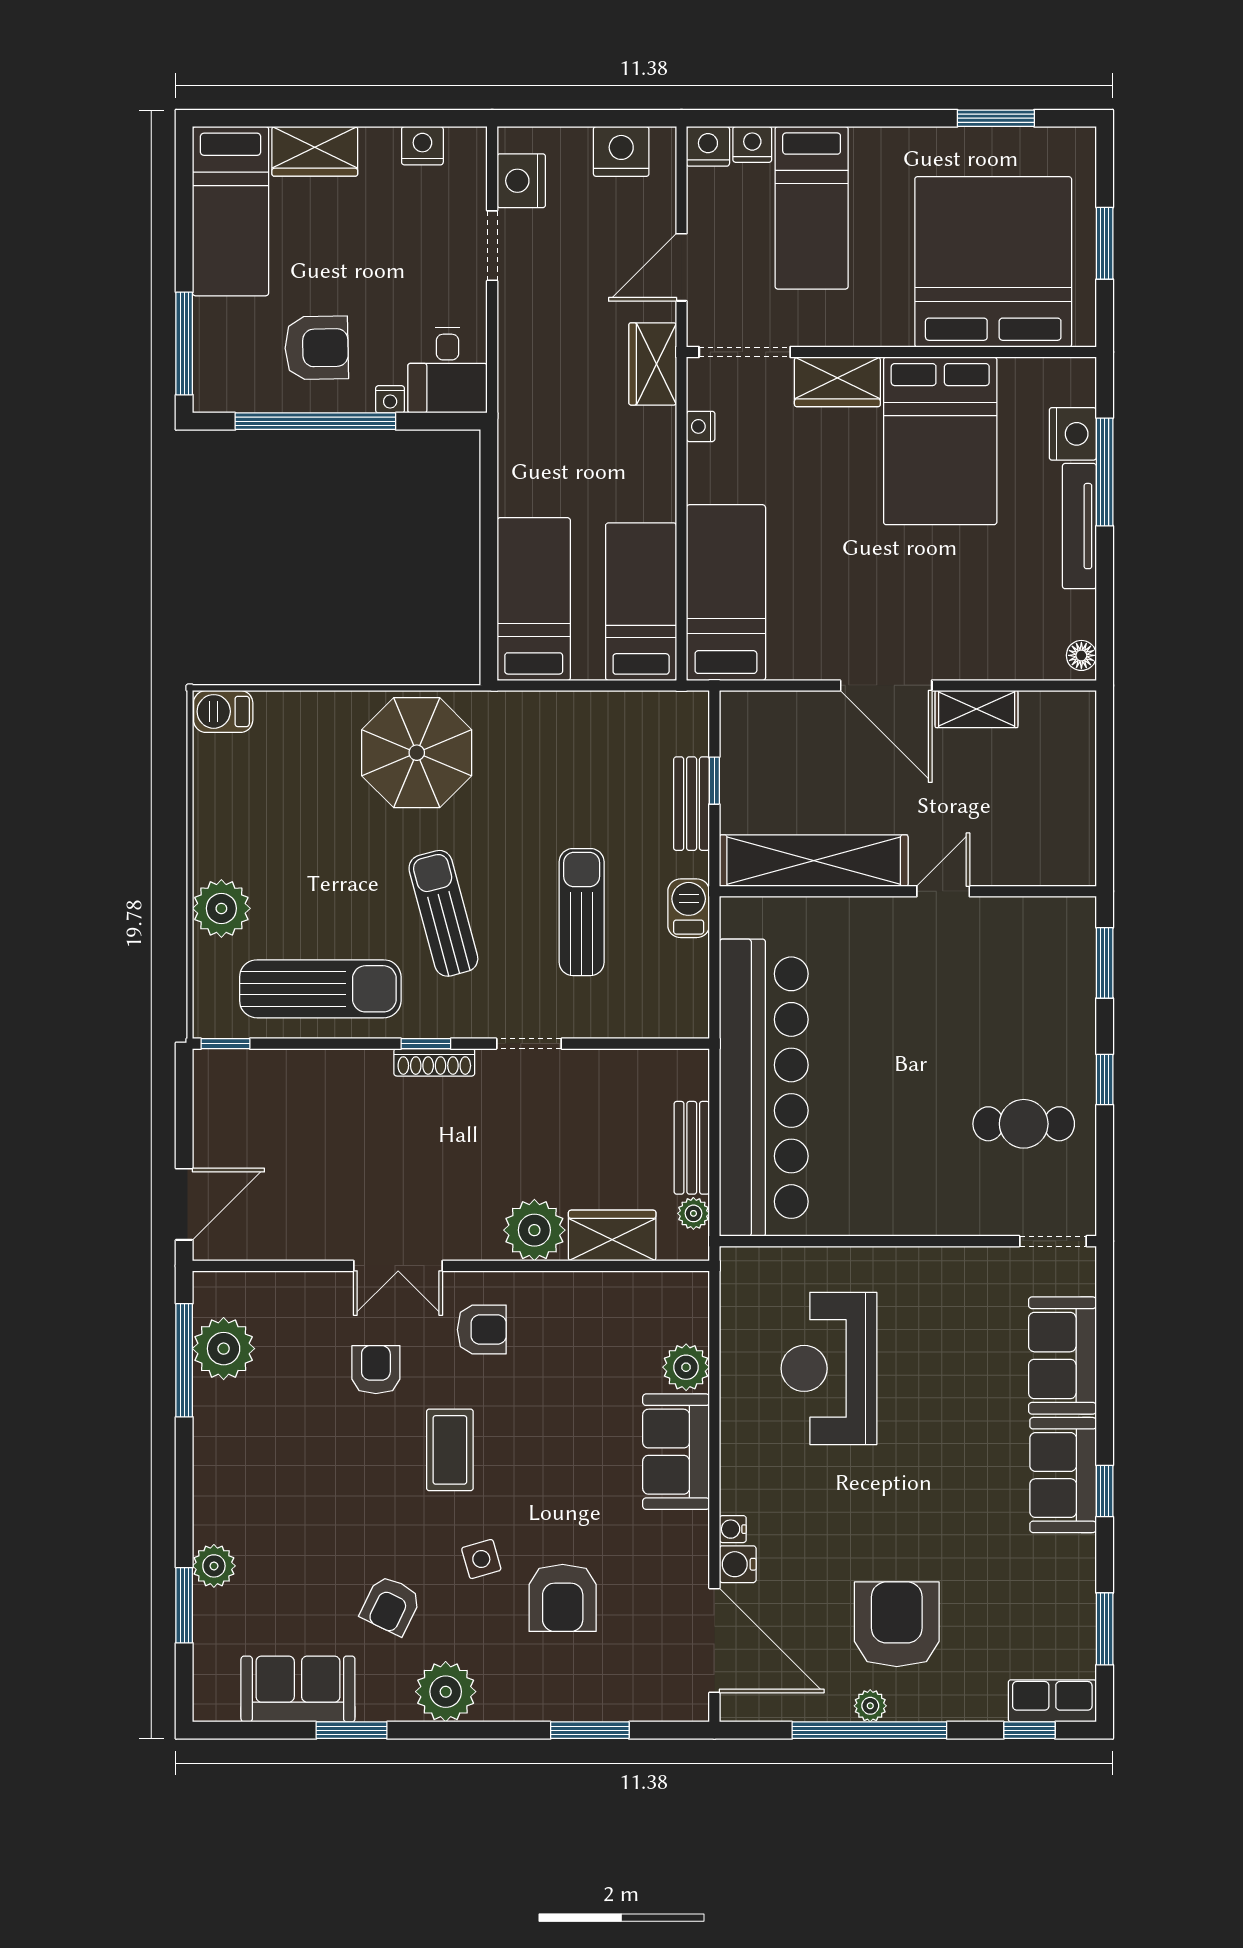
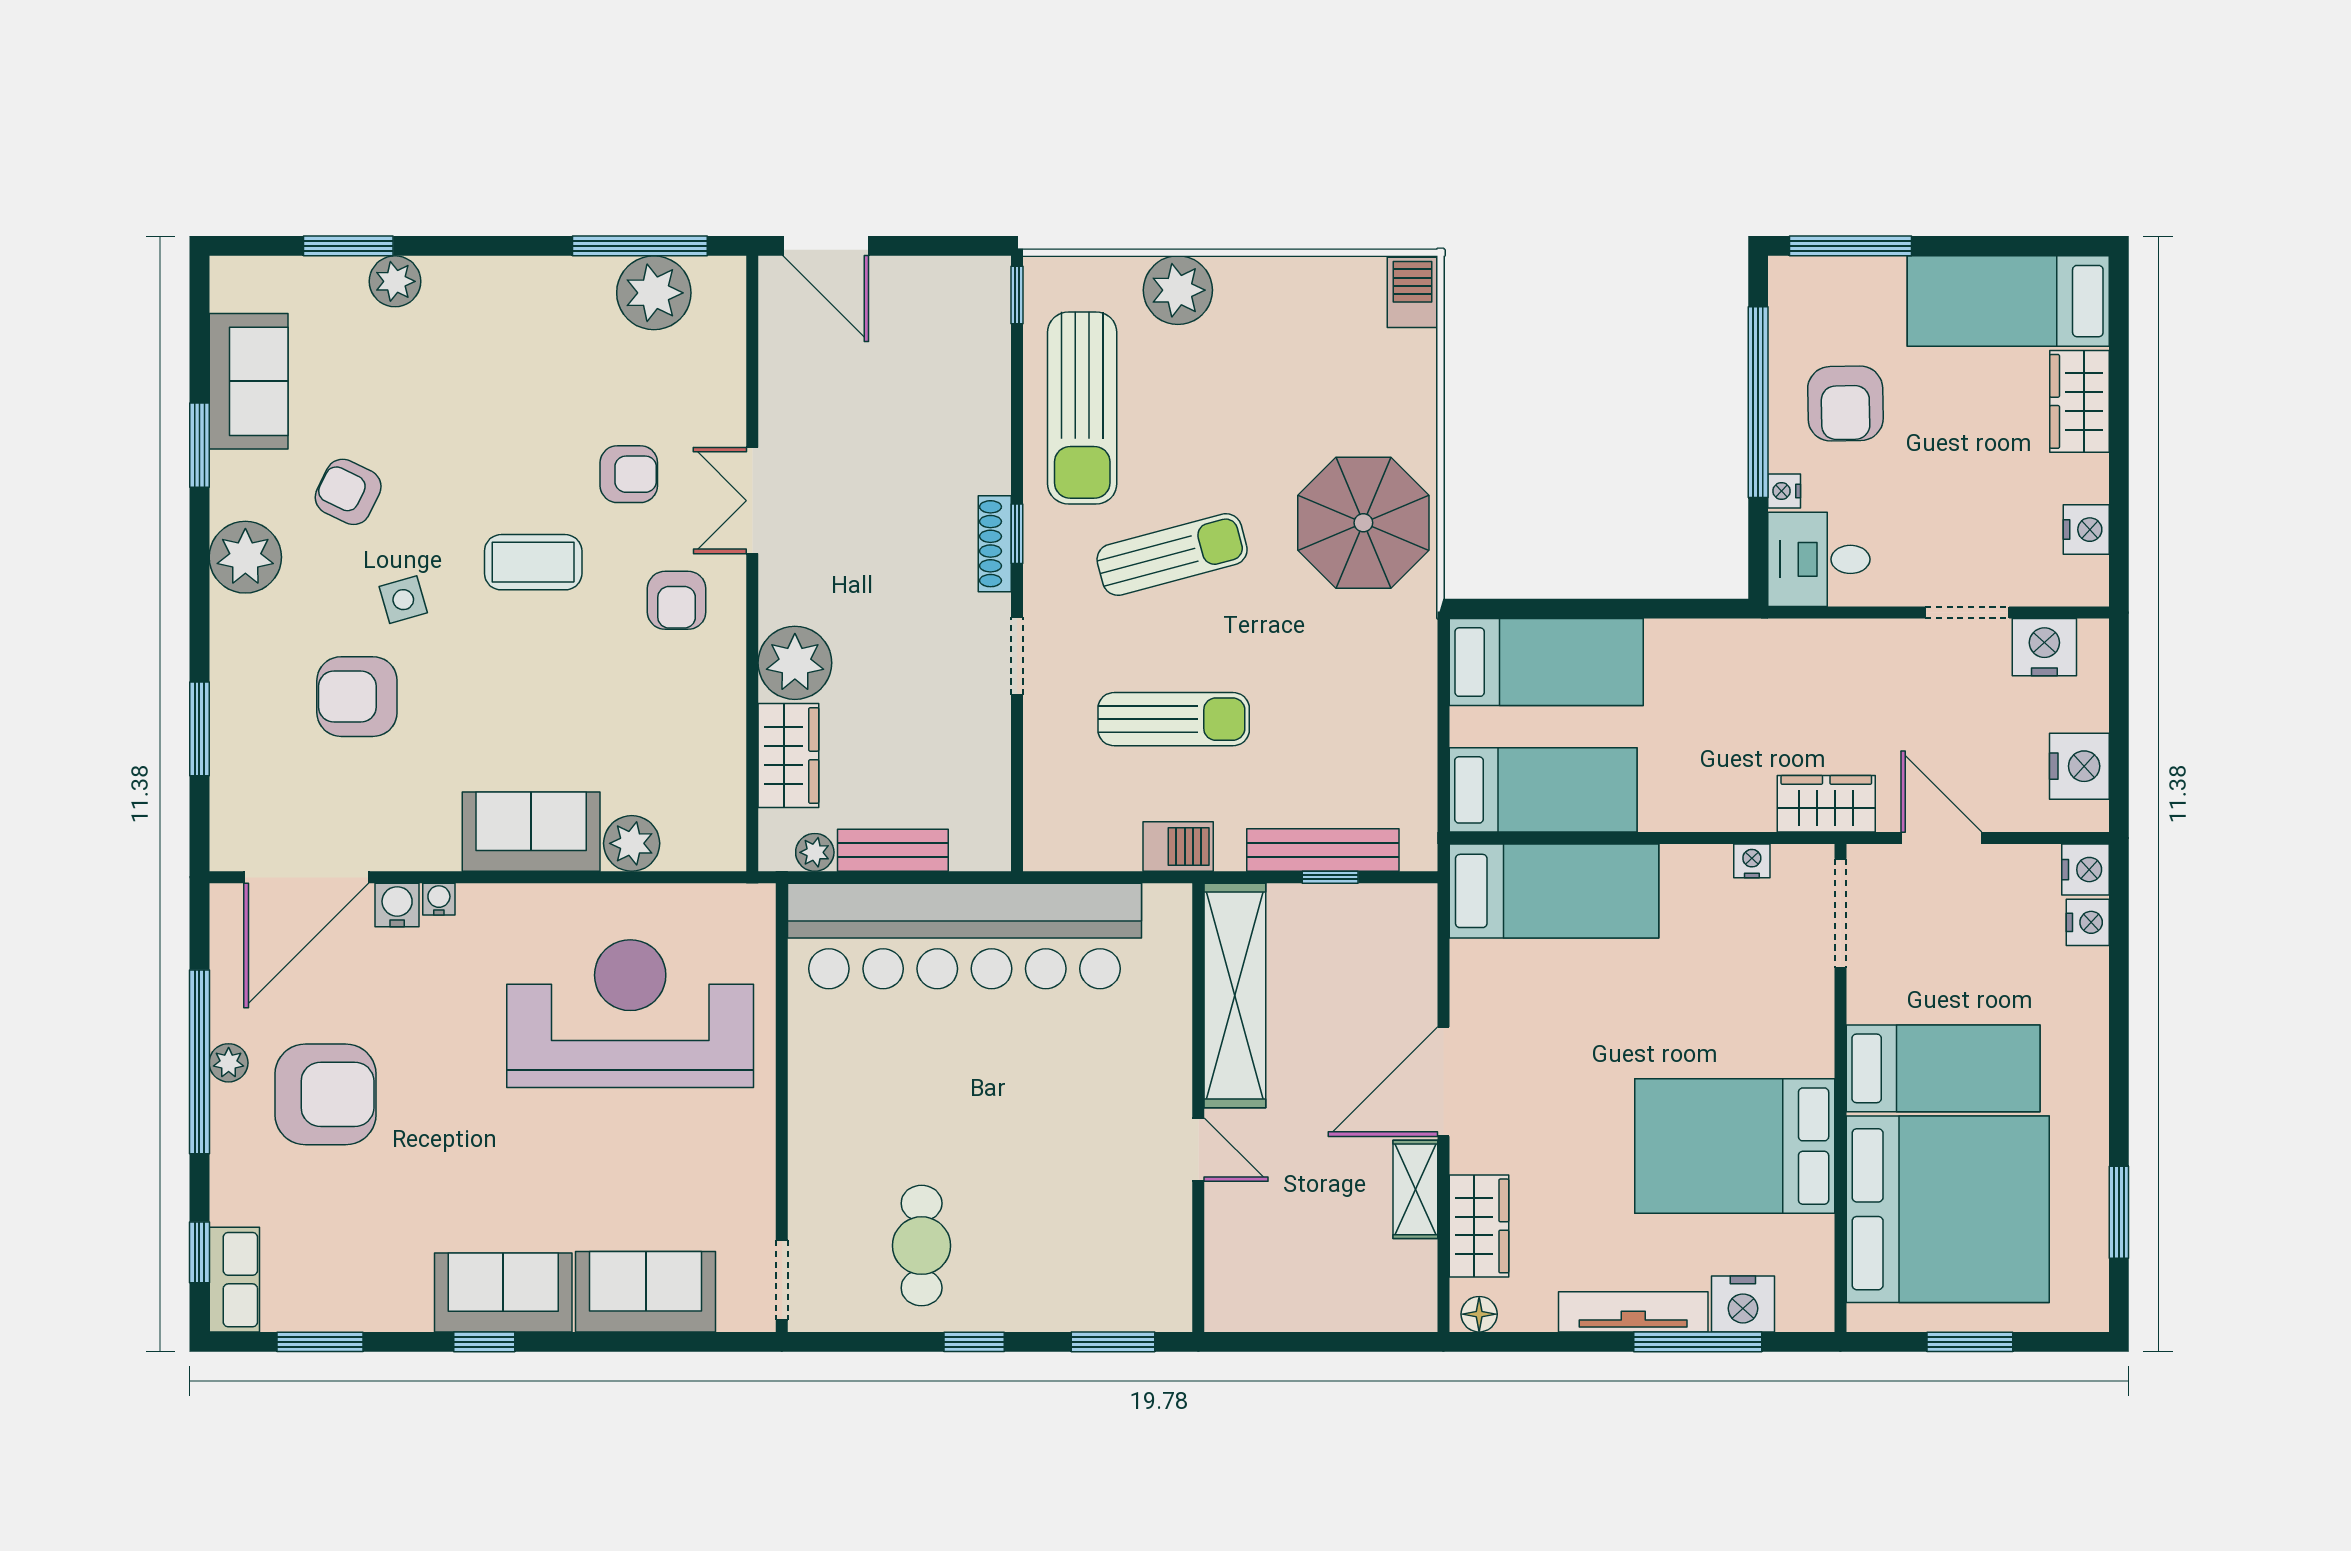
bed: (812, 208) -> (1943, 1068), moved, turned 180
wardrobe: (837, 382) -> (1479, 1226), moved, turned 180
bench: (692, 804) -> (1323, 850), width x1.36
reception desk: (829, 1368) -> (630, 1014), width x1.36, depth x1.30

